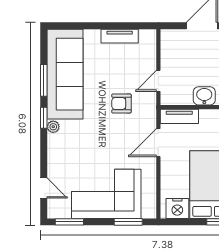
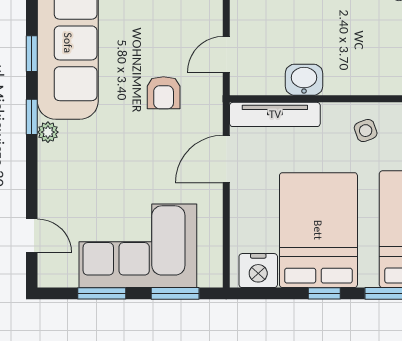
window: (44, 80) -> (32, 54), width x0.67
armchair: (121, 103) -> (164, 93), turned -90
tv unit: (179, 116) -> (275, 114), width x1.41
window: (69, 222) -> (102, 293), moved

